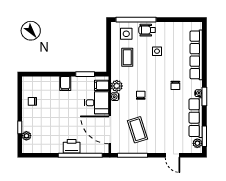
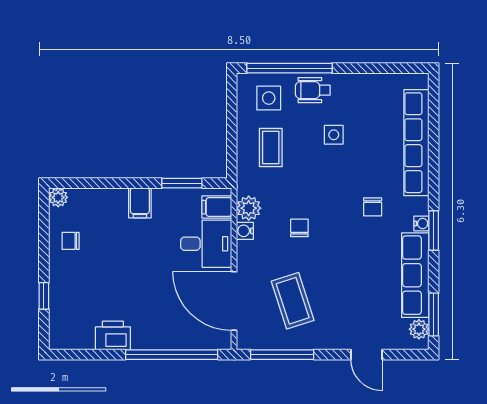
plant: (26, 136) -> (58, 197), moved
printer: (72, 146) -> (113, 335), moved

